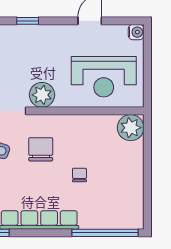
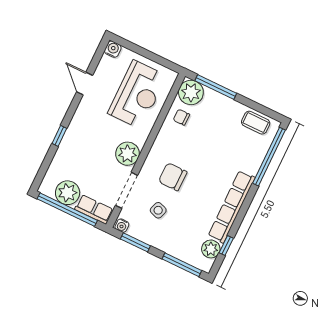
window: (147, 149) -> (216, 87), added
chair: (79, 175) -> (181, 117), moved
coffee table: (132, 204) -> (256, 123), added

